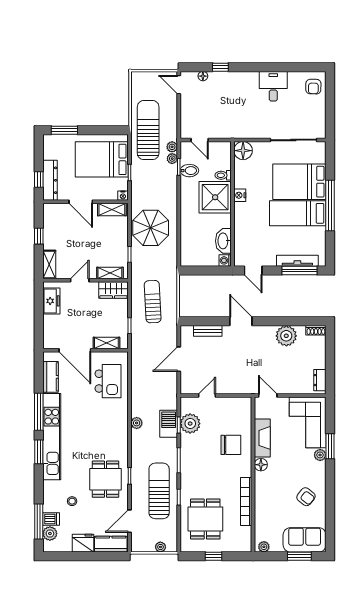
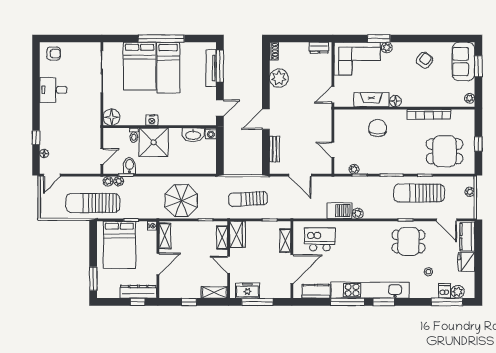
window: (39, 312) -> (257, 302), added
barbecue: (169, 424) -> (339, 211), moved, turned 180
plant: (190, 424) -> (354, 169), width x0.53, depth x0.53

